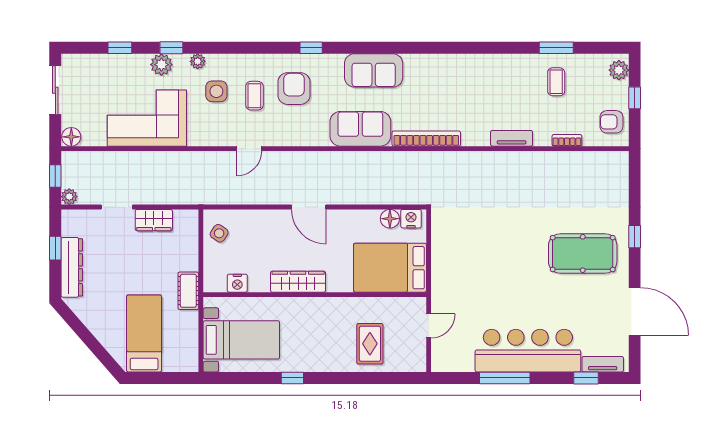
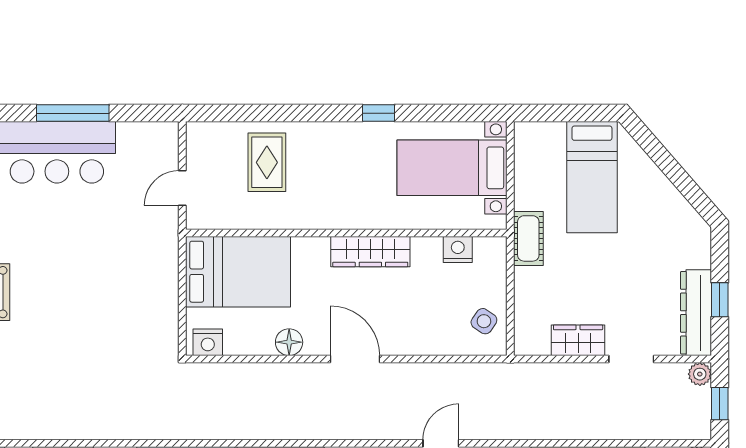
floor lamp: (390, 219) -> (289, 342), moved
dresser: (72, 267) -> (696, 313), moved

